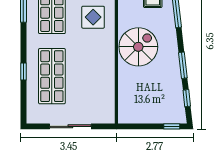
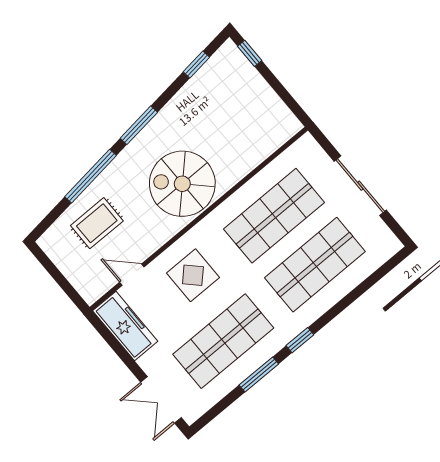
window: (183, 65) -> (139, 125), moved
window: (23, 72) -> (300, 340), moved
shop shelf: (89, 76) -> (274, 216), added

